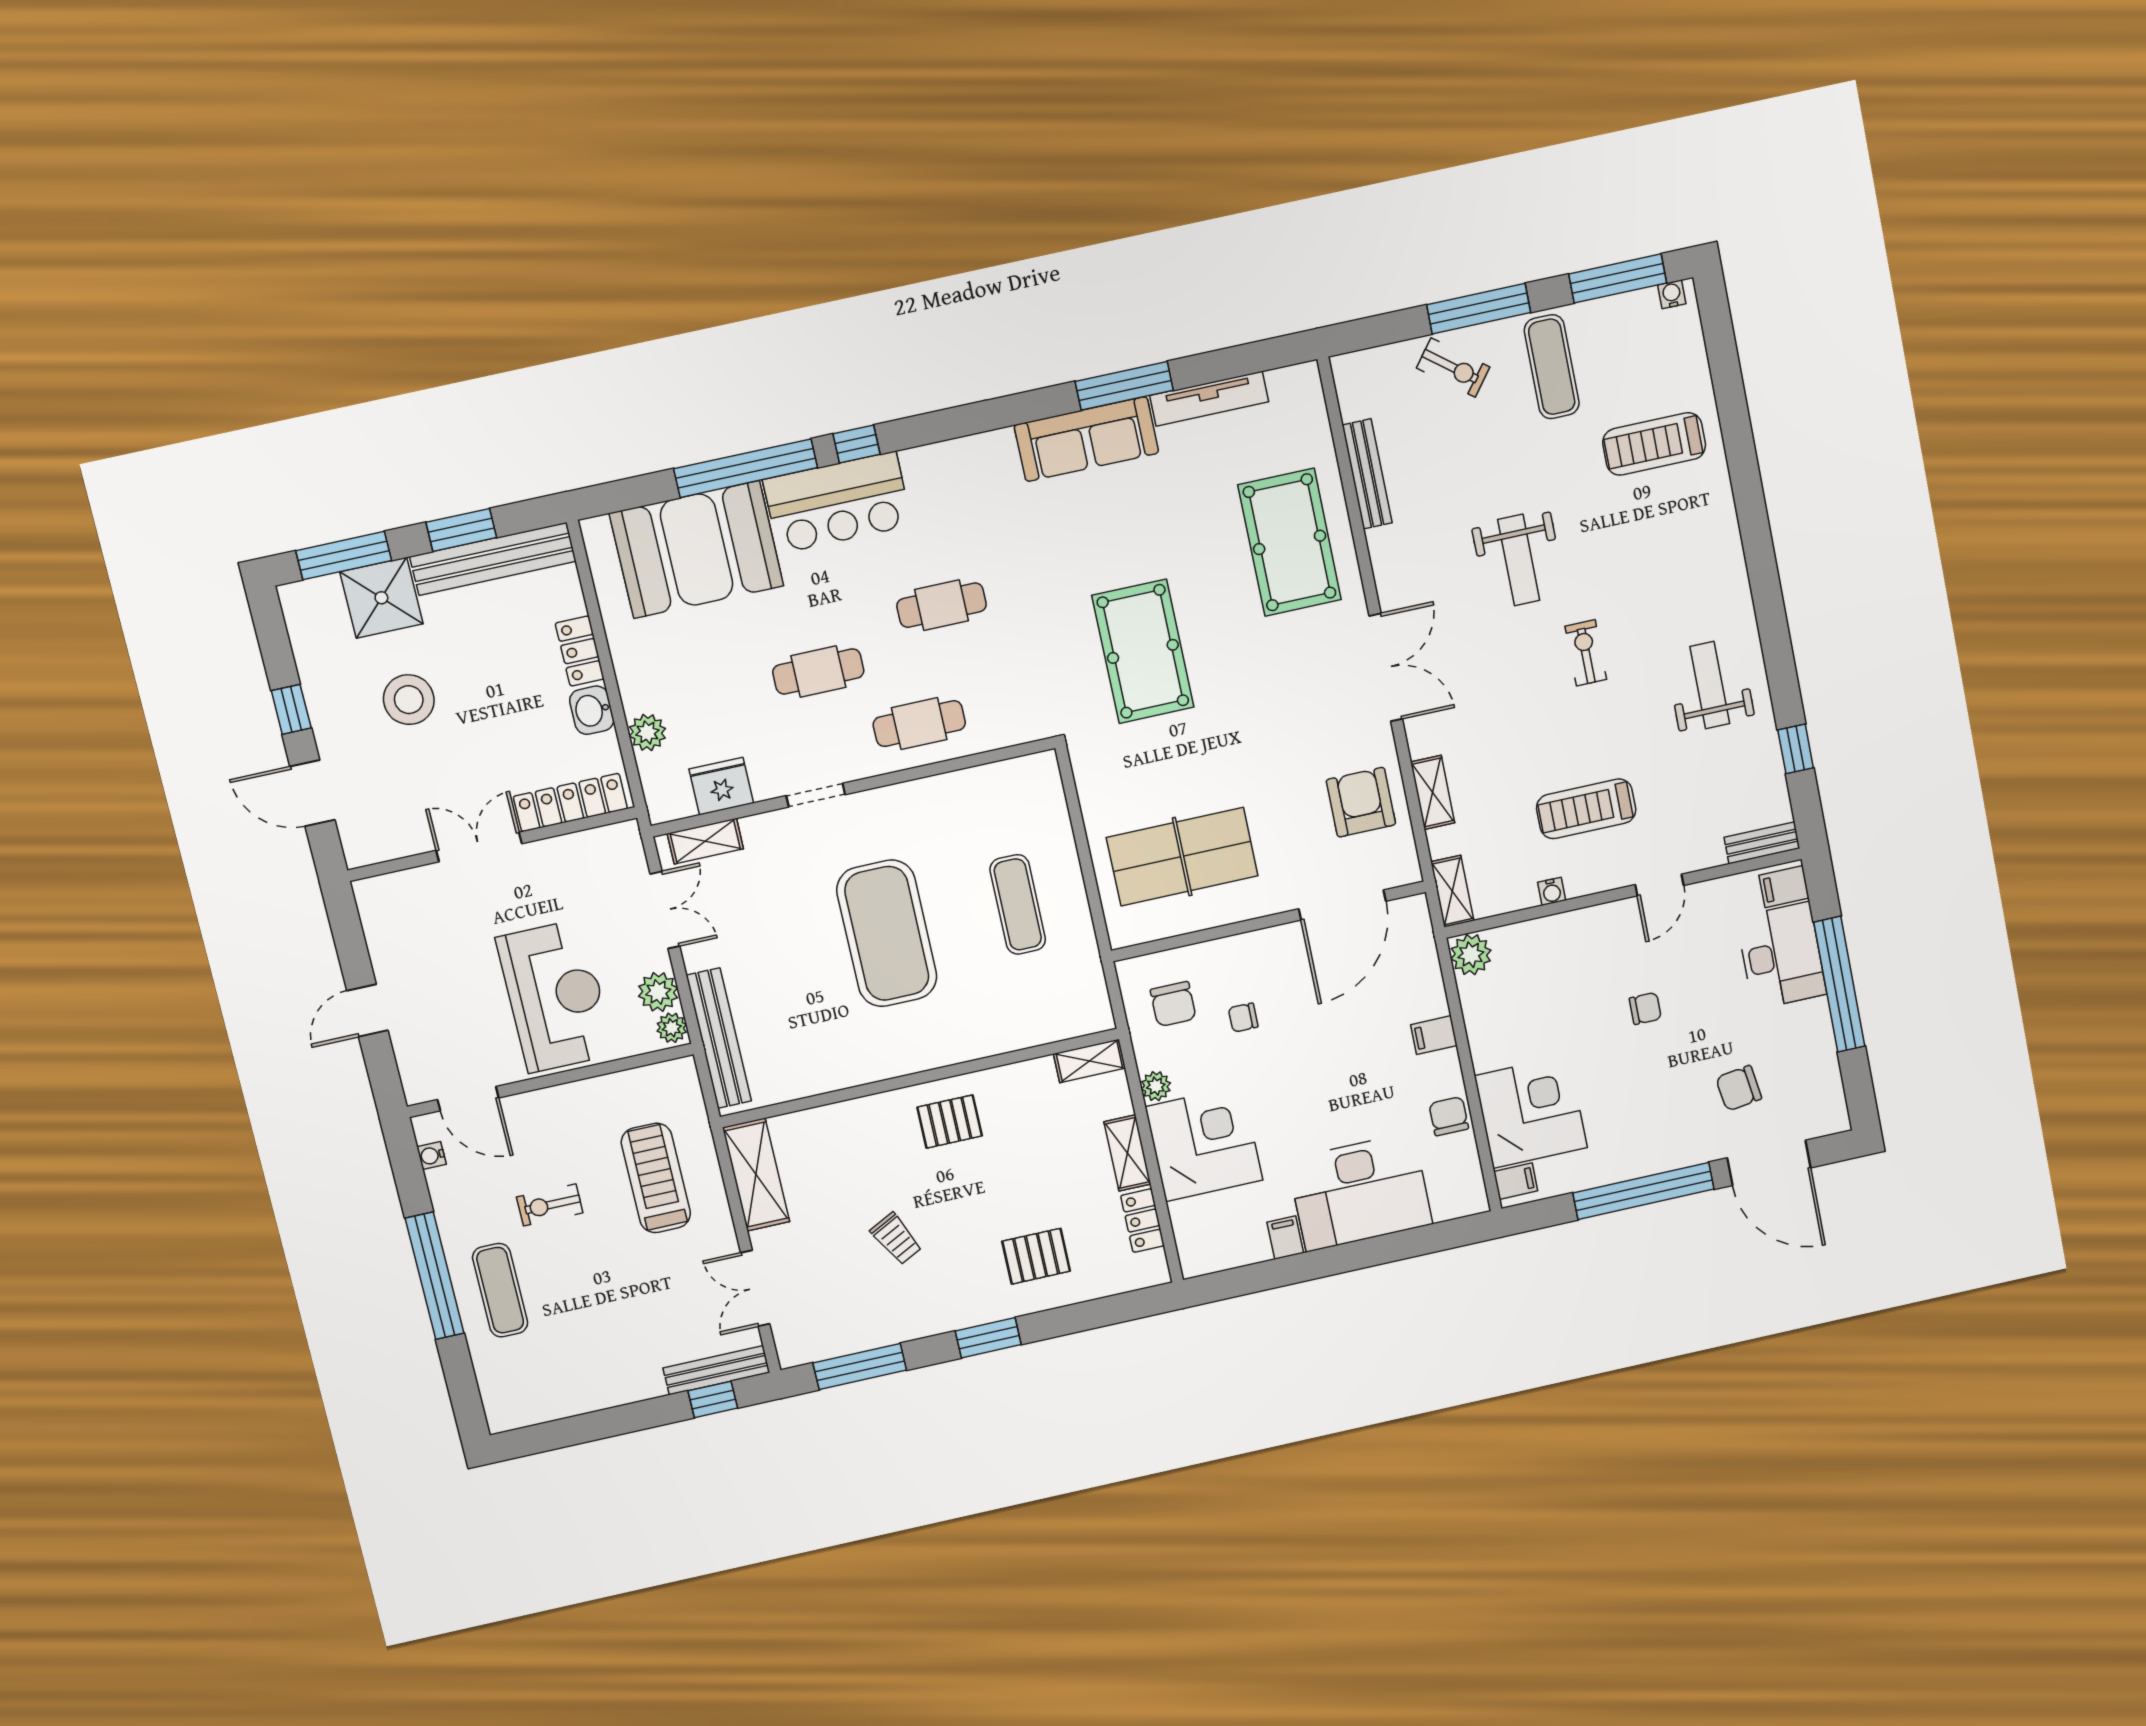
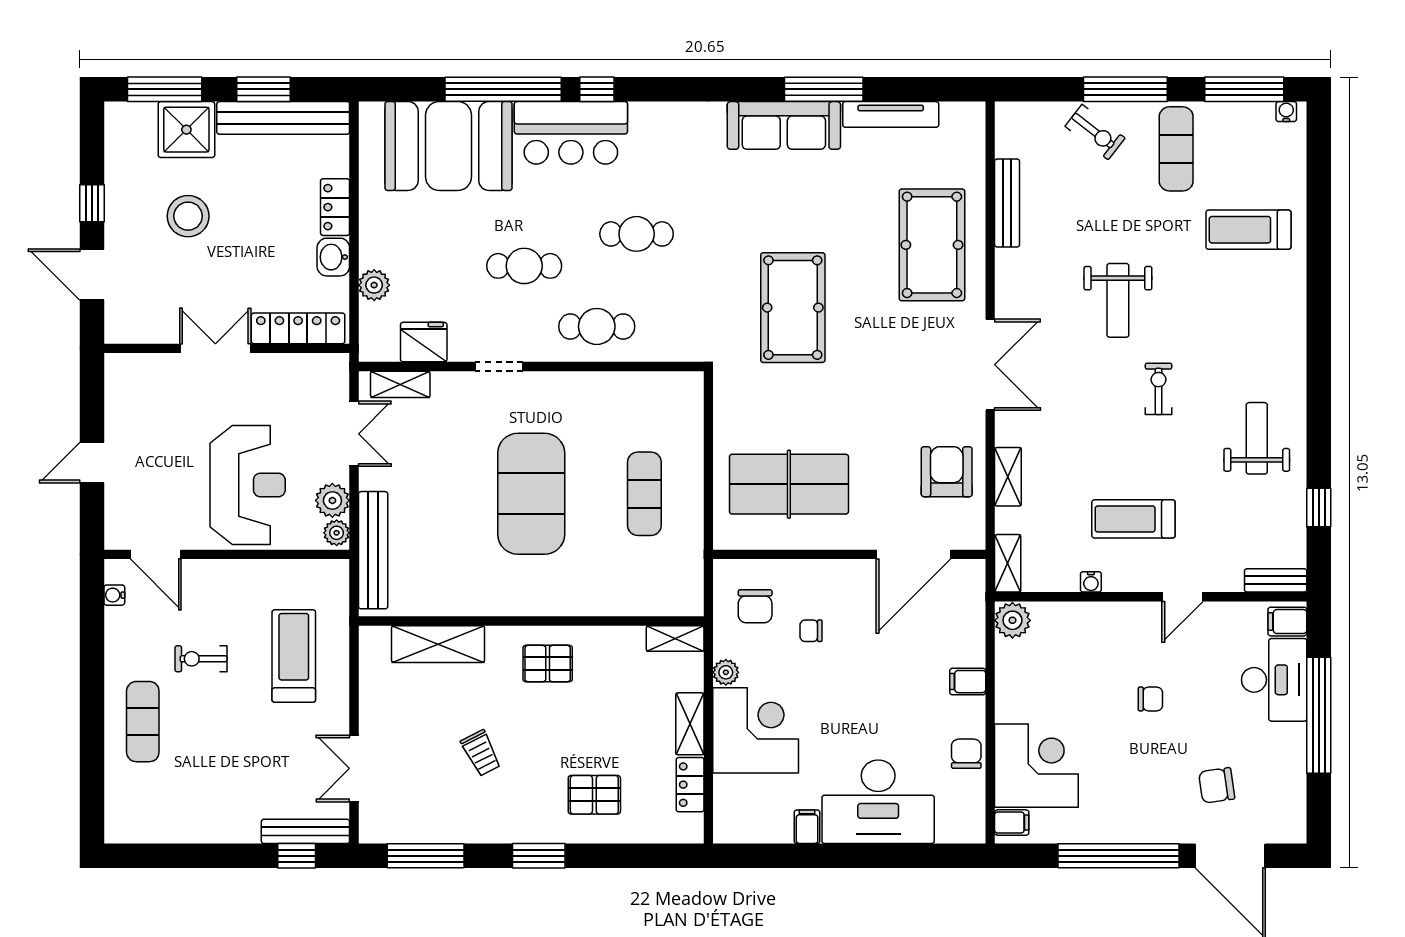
shelving: (756, 1175) -> (438, 644), moved, turned 90
window: (435, 1276) -> (92, 697), removed

